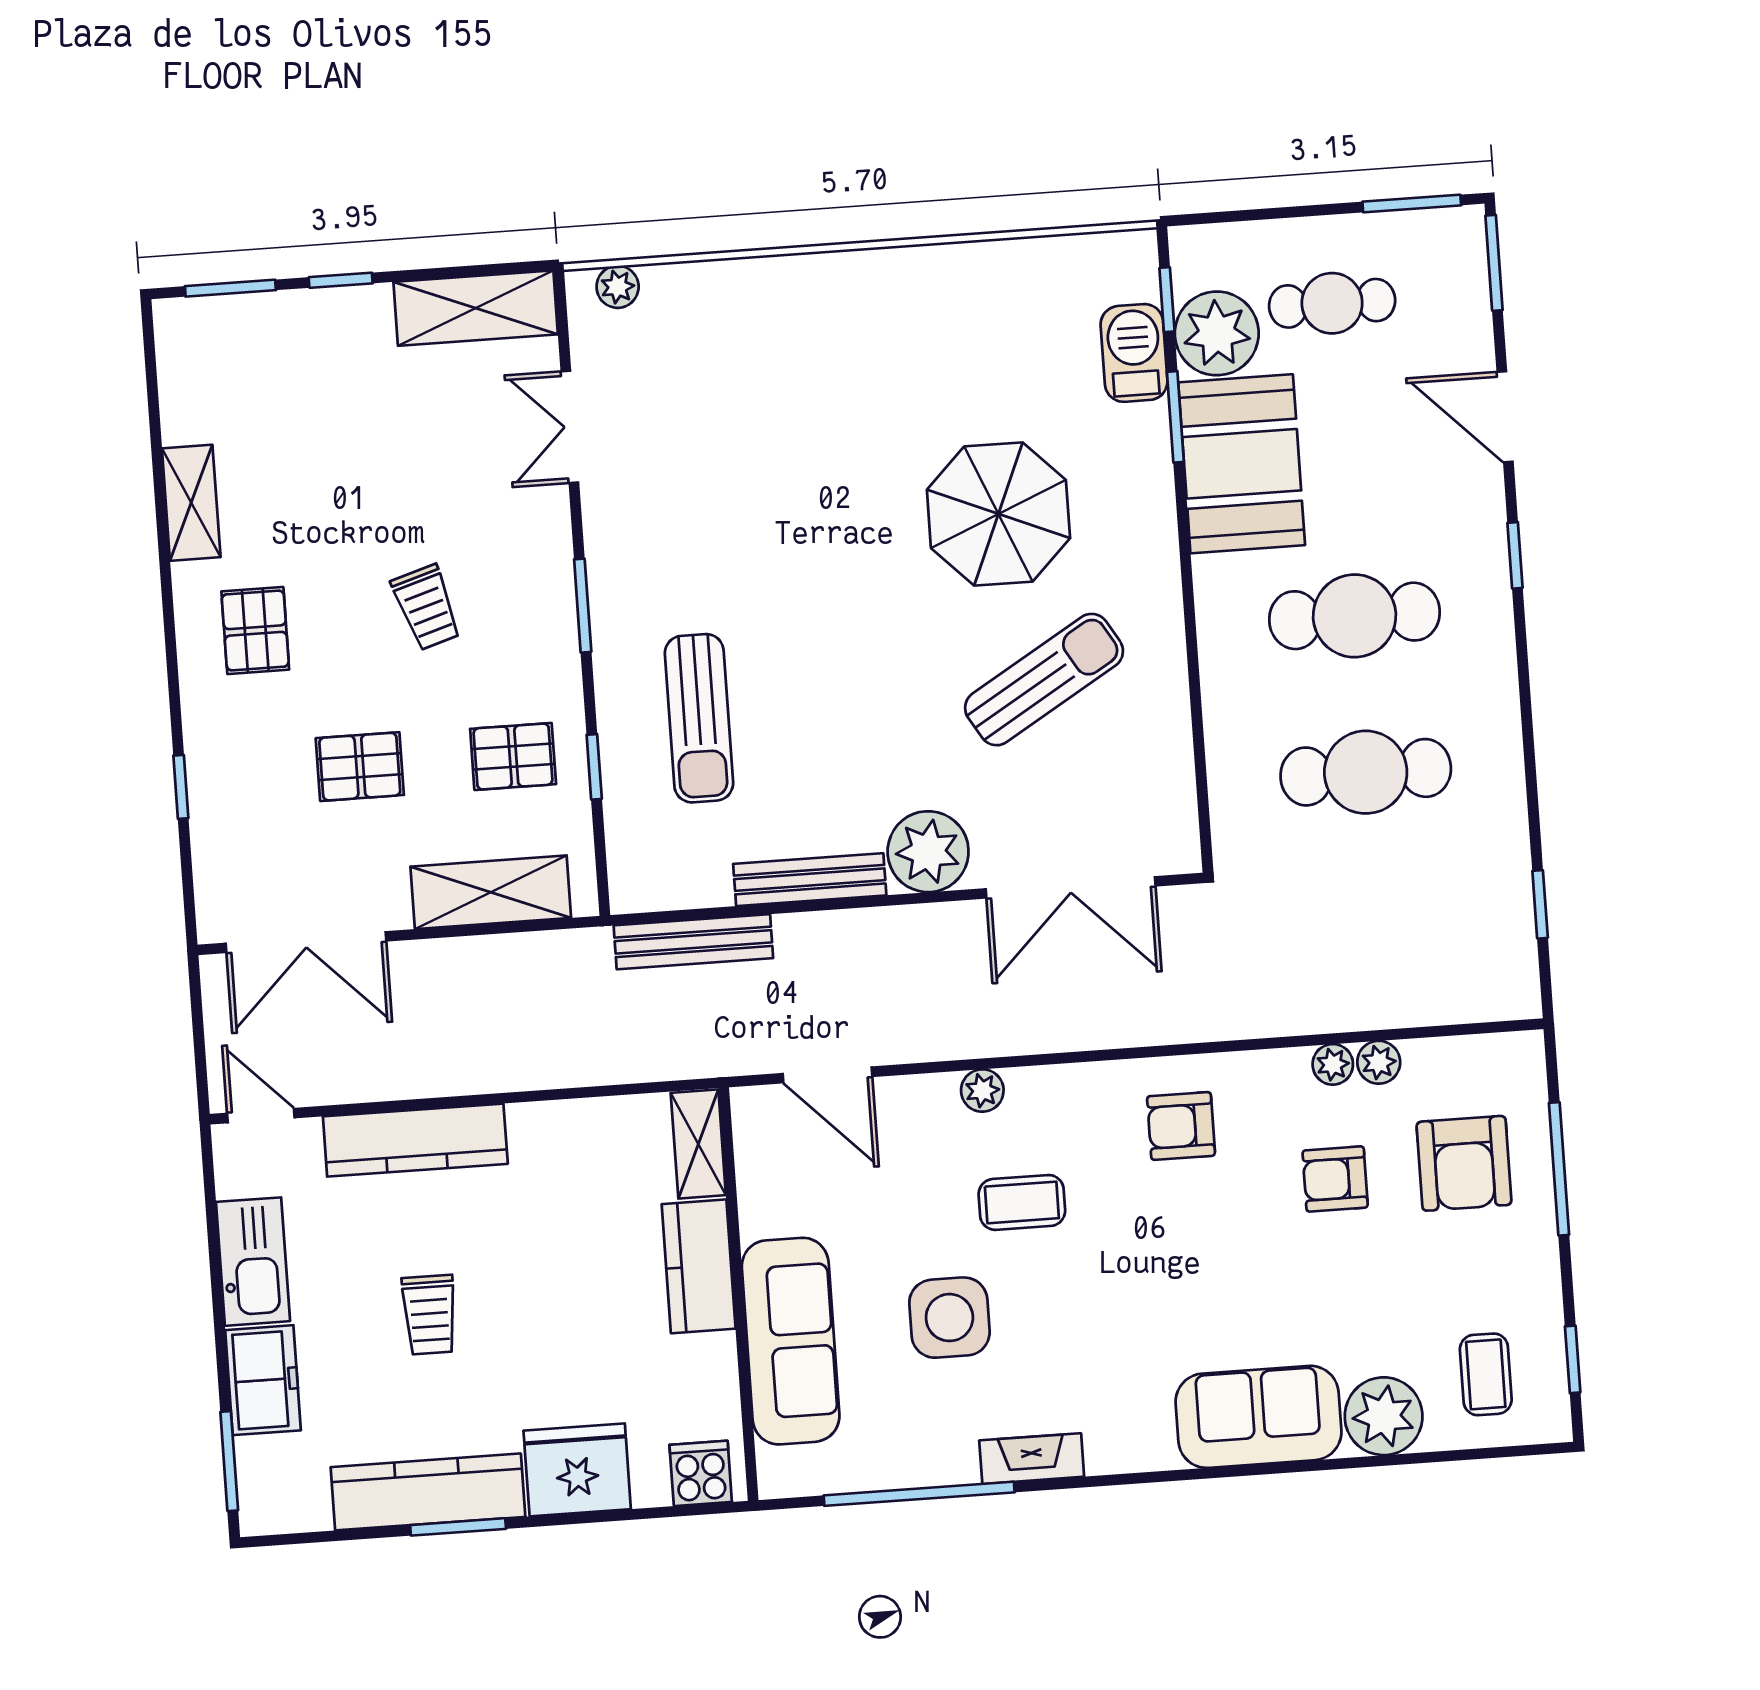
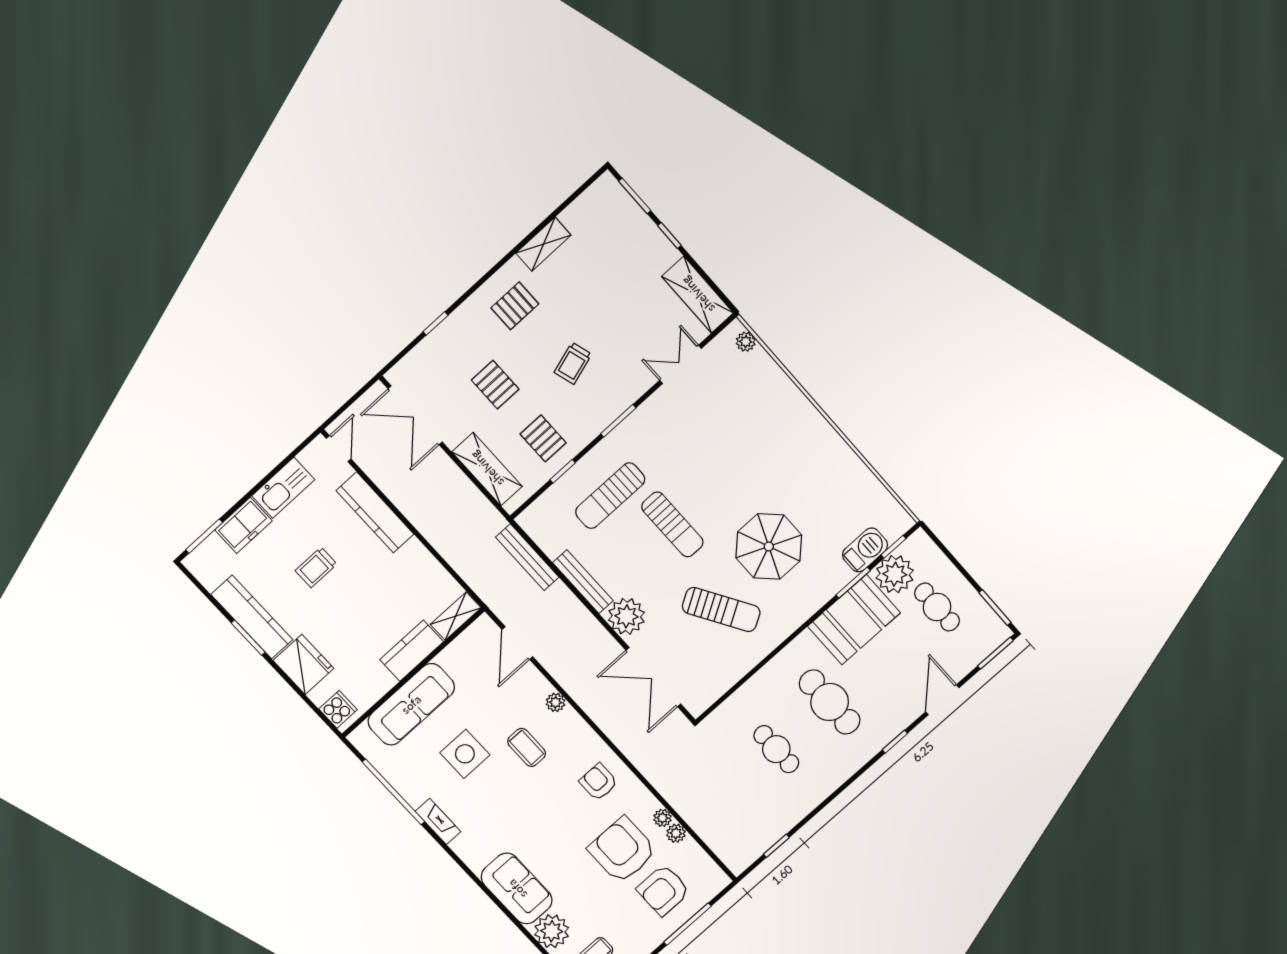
sun lounger: (831, 650) -> (672, 524), added
cafe table: (1366, 772) -> (776, 749), width x0.73, depth x0.74
armchair: (1335, 1179) -> (622, 850), width x1.88, depth x1.88

